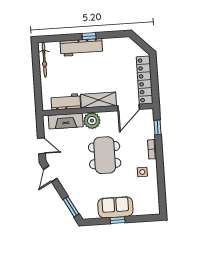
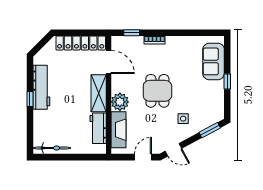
workbench: (81, 47) -> (41, 87), moved
dining table: (105, 155) -> (157, 91), width x0.73
side table: (142, 172) -> (183, 119), moved
sofa: (115, 207) -> (214, 61), moved

